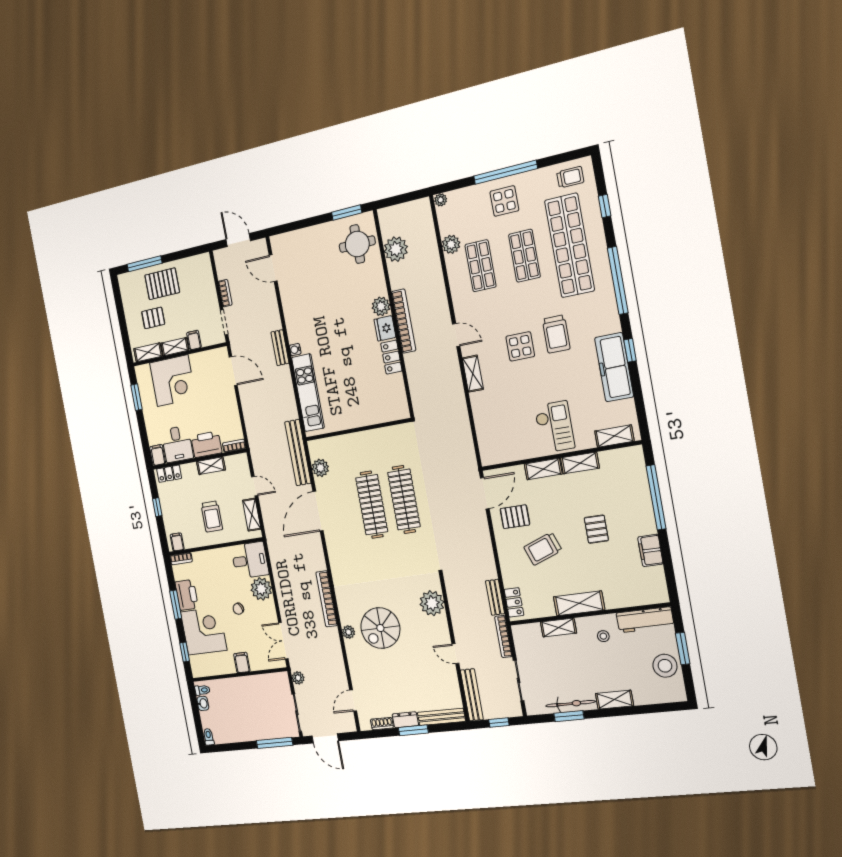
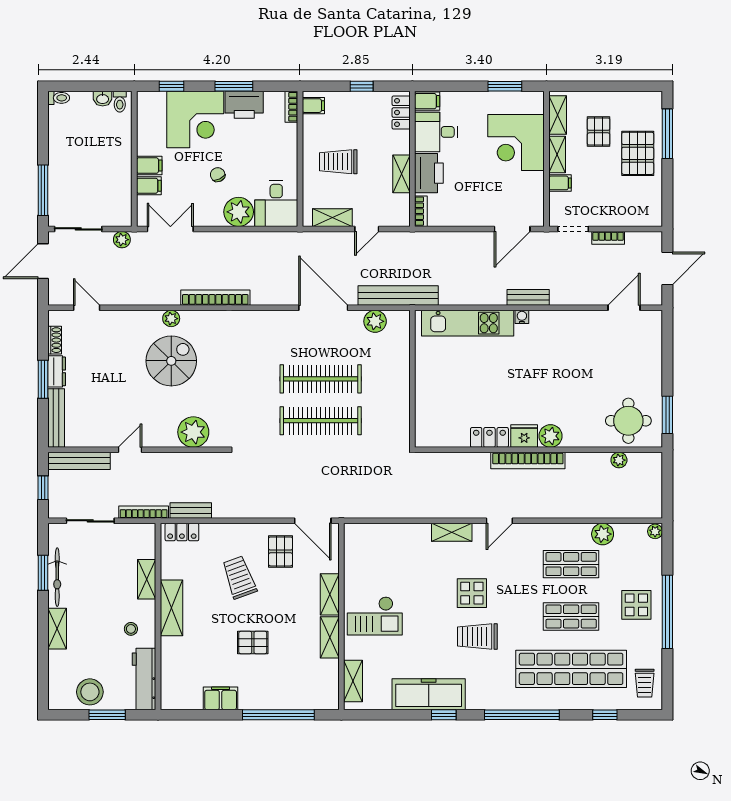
plant: (396, 249) -> (619, 460), width x0.53, depth x0.53
spiral stairs: (380, 628) -> (171, 361), turned 90
filing cabinet: (256, 661) -> (149, 186), added

